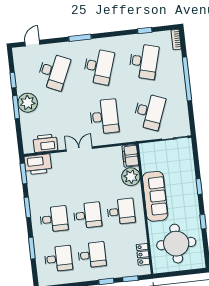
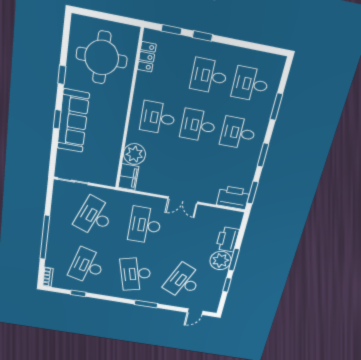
desk: (99, 67) -> (136, 274), turned -33
printer: (45, 143) -> (228, 239), moved, turned 90
sofa: (155, 196) -> (73, 121), moved, turned 180

